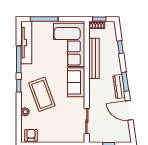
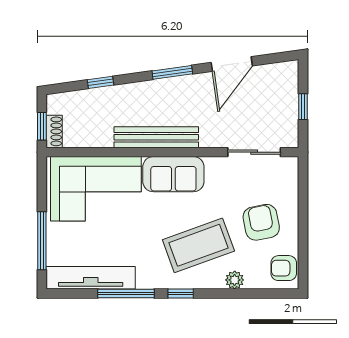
bench: (94, 58) -> (156, 137), moved
dresser: (119, 86) -> (182, 85), removed
armchair: (53, 125) -> (261, 222), added

